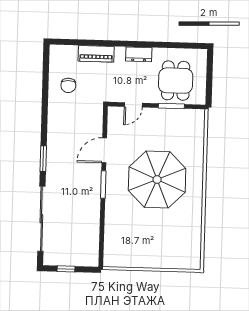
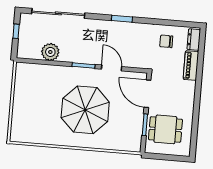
dresser: (139, 54) -> (194, 40), moved
door: (133, 105) -> (147, 94), width x1.88
window: (43, 159) -> (122, 19), moved
plant: (89, 226) -> (50, 52), added

